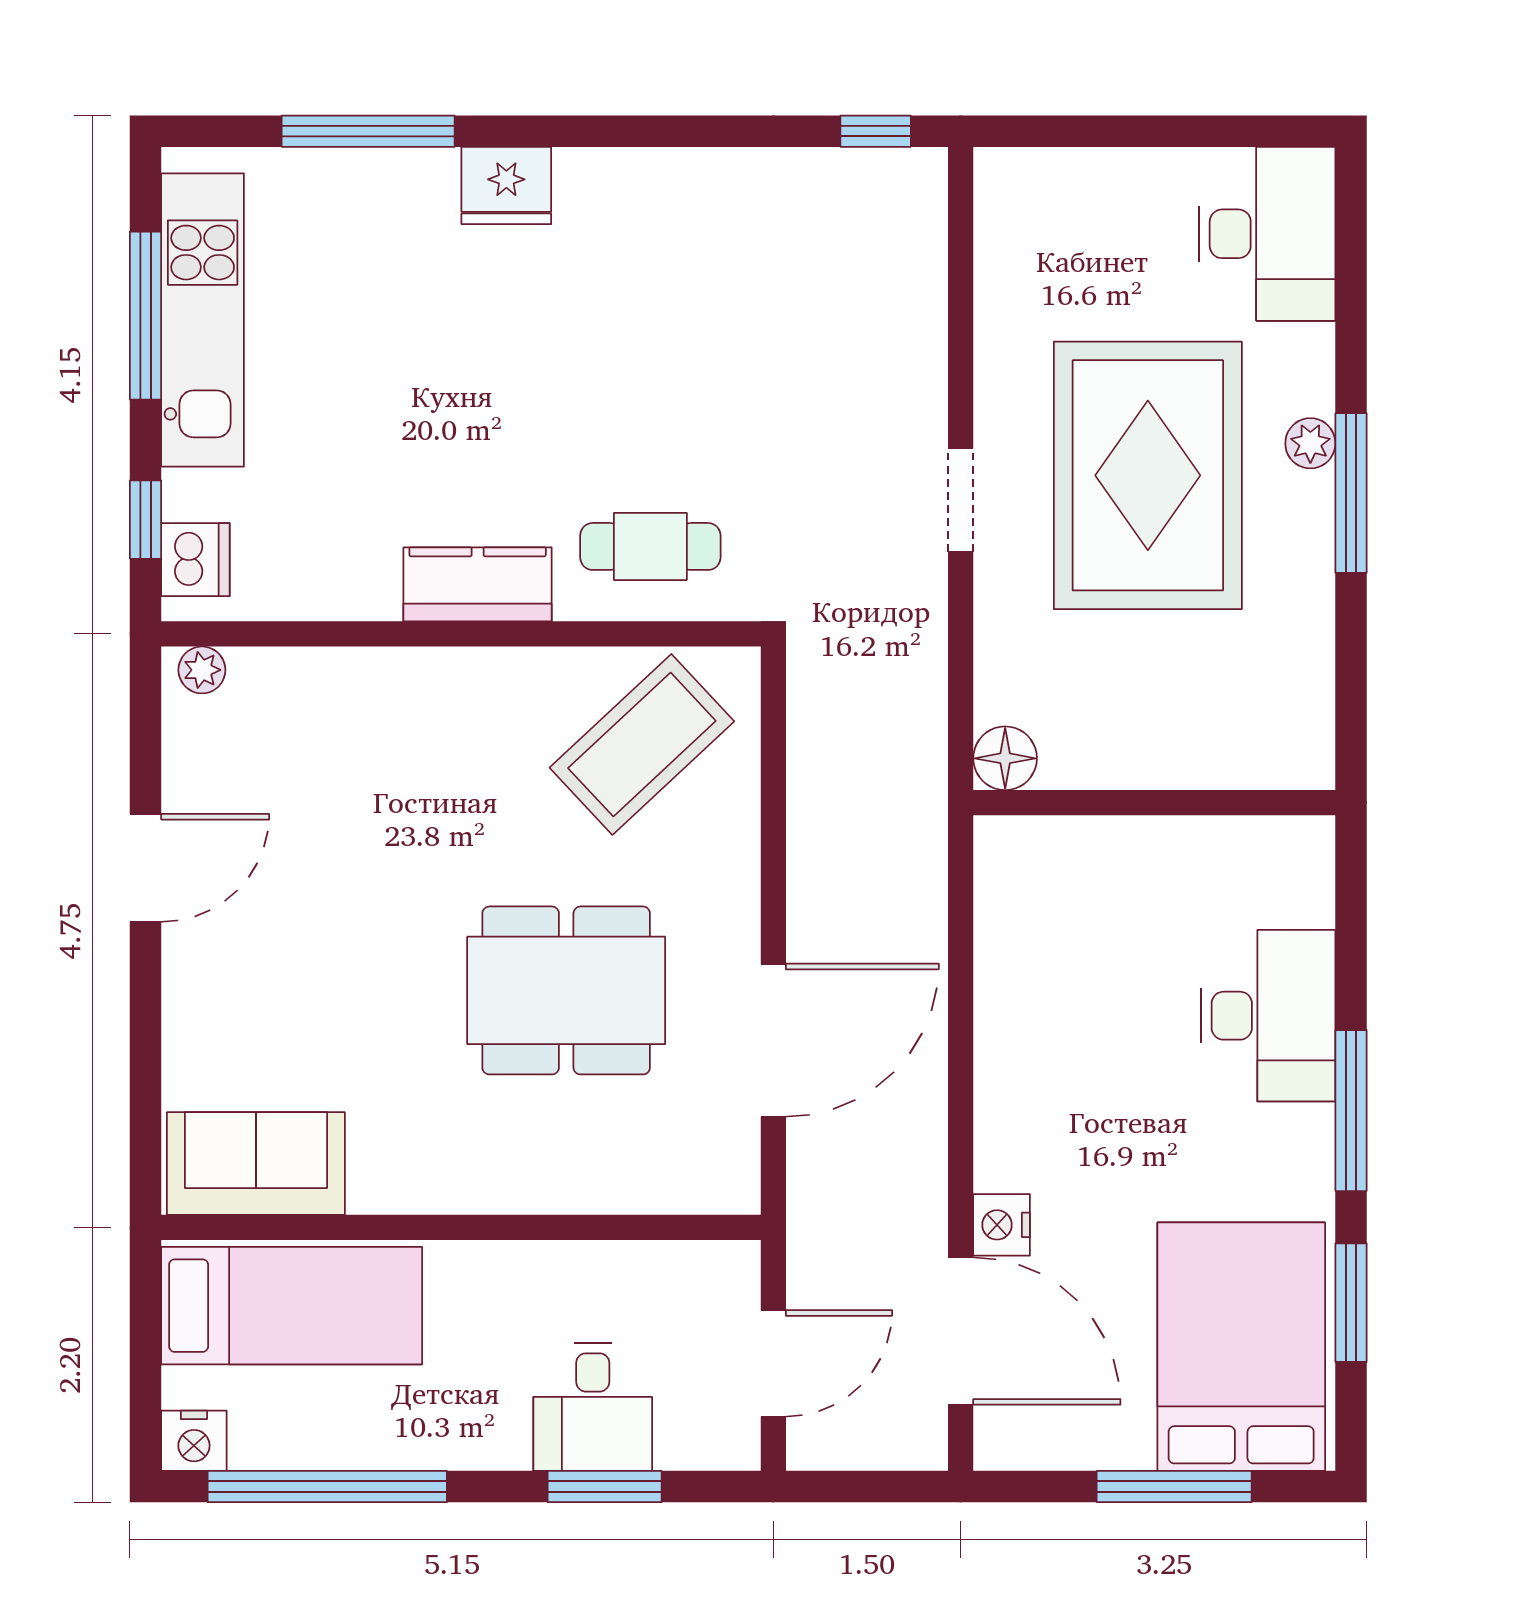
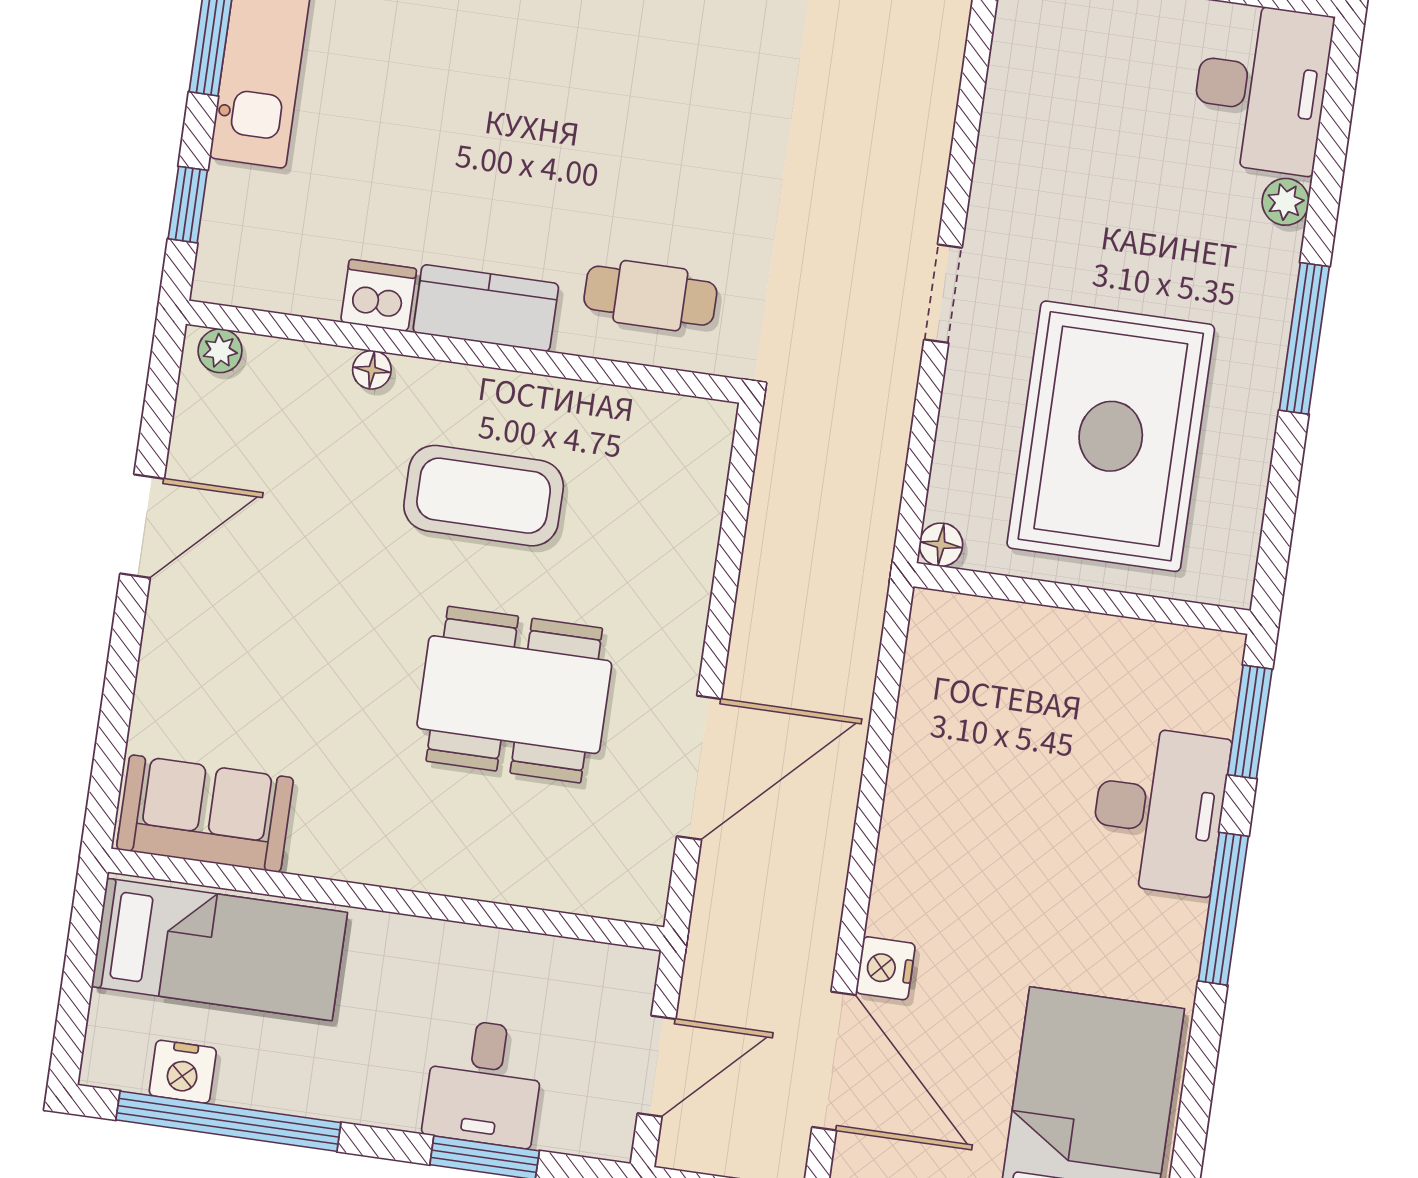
plant: (1310, 443) -> (1285, 202), moved
rug: (1148, 475) -> (1111, 436), moved
dishwasher: (195, 560) -> (379, 295), moved, turned -90
floor lamp: (366, 667) -> (372, 370), added
coffee table: (642, 744) -> (484, 496), moved, turned 43
floor lamp: (1005, 758) -> (941, 545), width x0.73, depth x0.73
window: (1351, 1303) -> (1250, 722), moved
nightstand: (194, 1441) -> (183, 1072), moved

